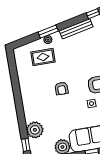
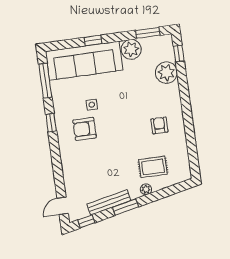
window: (48, 32) -> (125, 207), moved
armchair: (62, 88) -> (159, 125), moved

